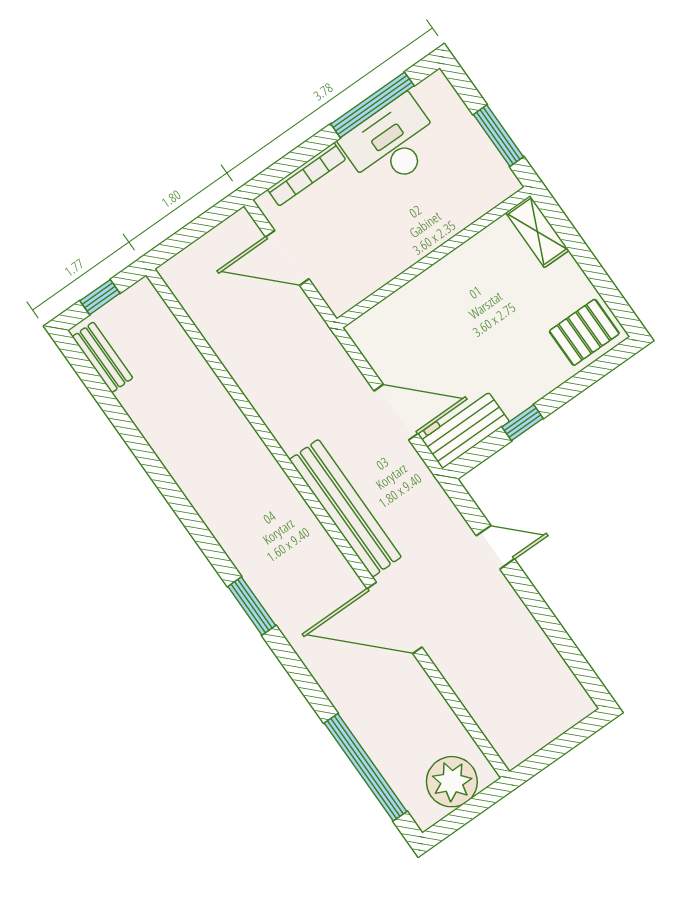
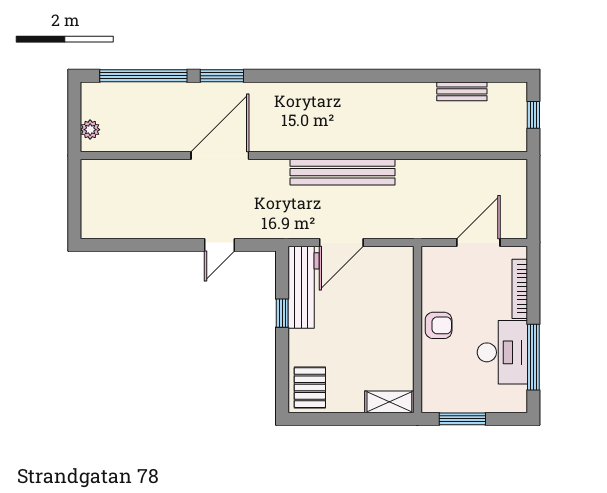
armchair: (412, 237) -> (439, 325), added
bench: (103, 357) -> (462, 91), moved
workbench: (464, 428) -> (304, 287), width x1.38
bench: (345, 508) -> (343, 172), moved
window: (252, 606) -> (222, 76), moved
plant: (452, 782) -> (90, 130), width x0.53, depth x0.53

